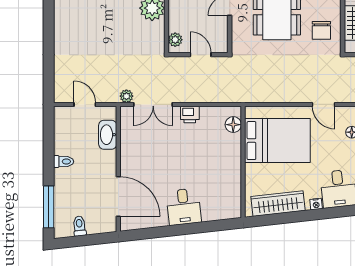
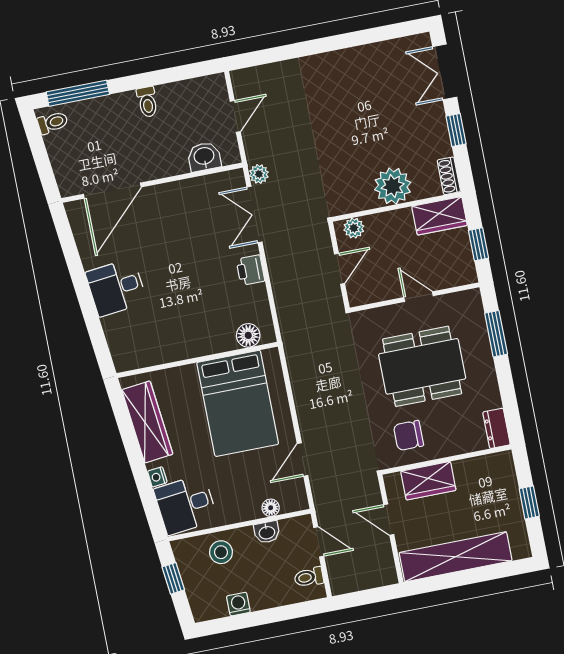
washbasin: (108, 135) -> (204, 157), width x0.72
toilet: (79, 226) -> (53, 123), moved

